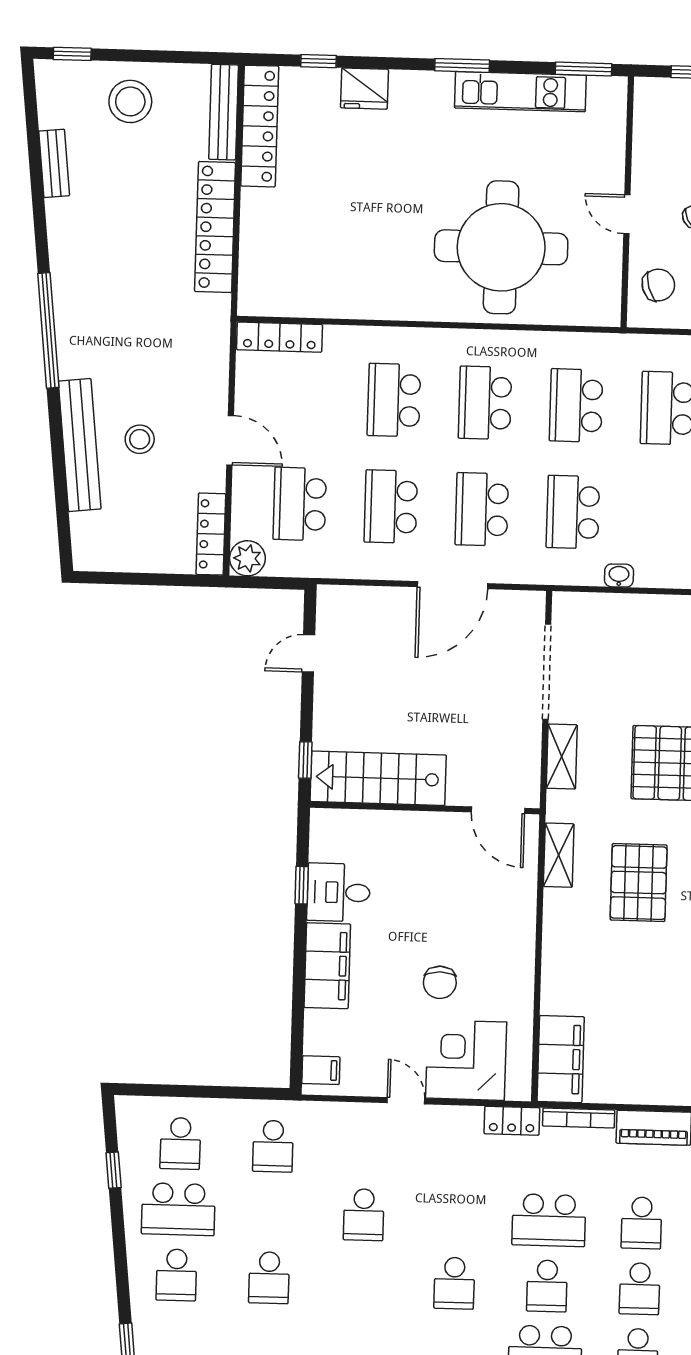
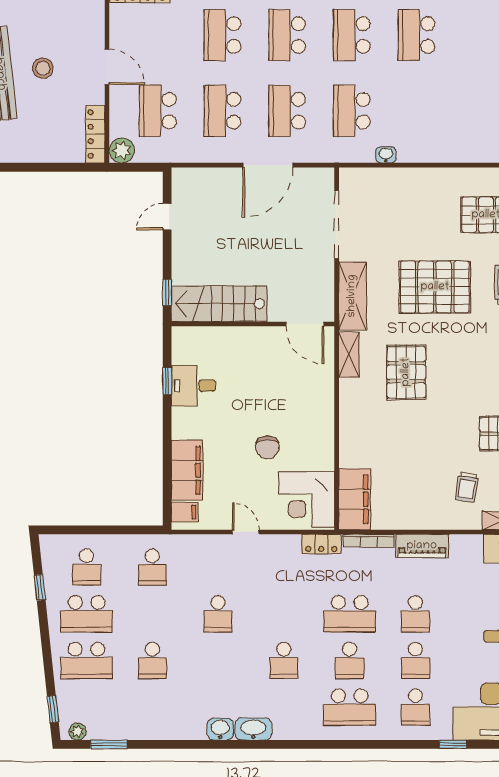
shelving: (562, 757) -> (352, 296), width x1.50, depth x1.33
filing cabinet: (327, 966) -> (187, 470), moved
corner desk: (466, 1060) -> (307, 500), moved, turned -90
school desk: (176, 1275) -> (87, 660), width x1.85

